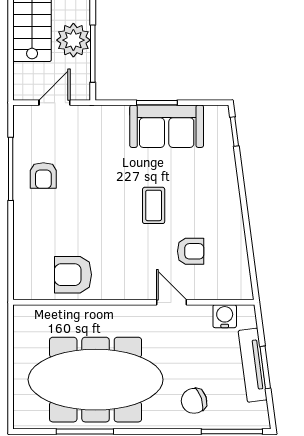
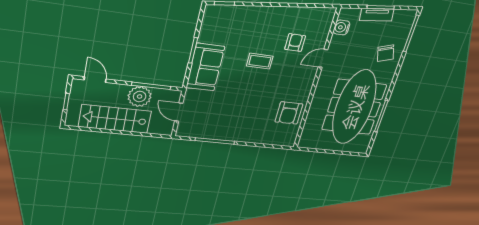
sofa: (167, 126) -> (205, 67), moved
armchair: (43, 176) -> (224, 123), removed
tv unit: (253, 365) -> (377, 15), width x0.71

